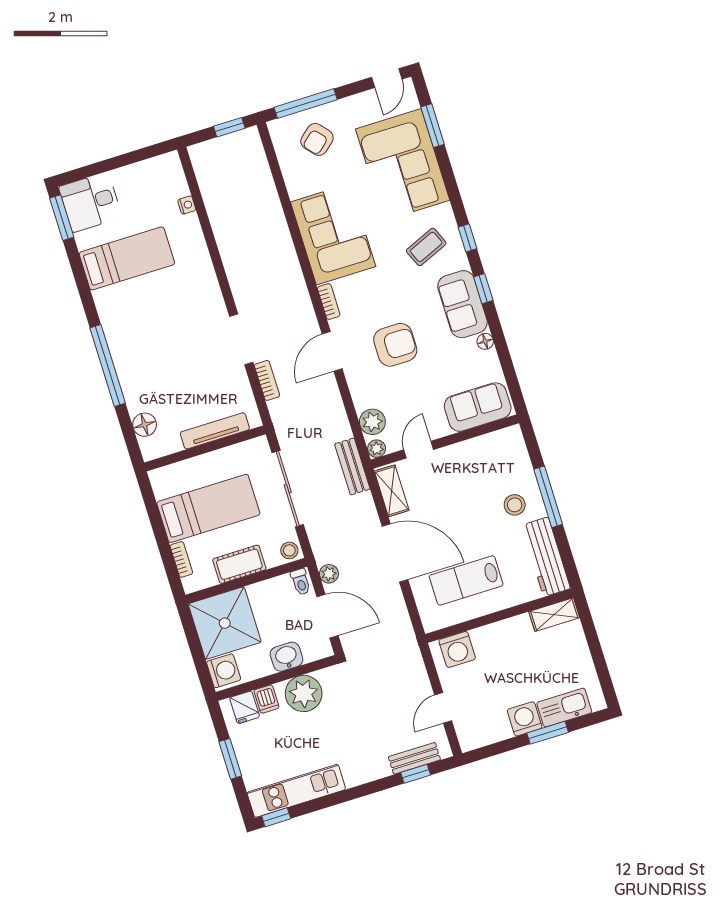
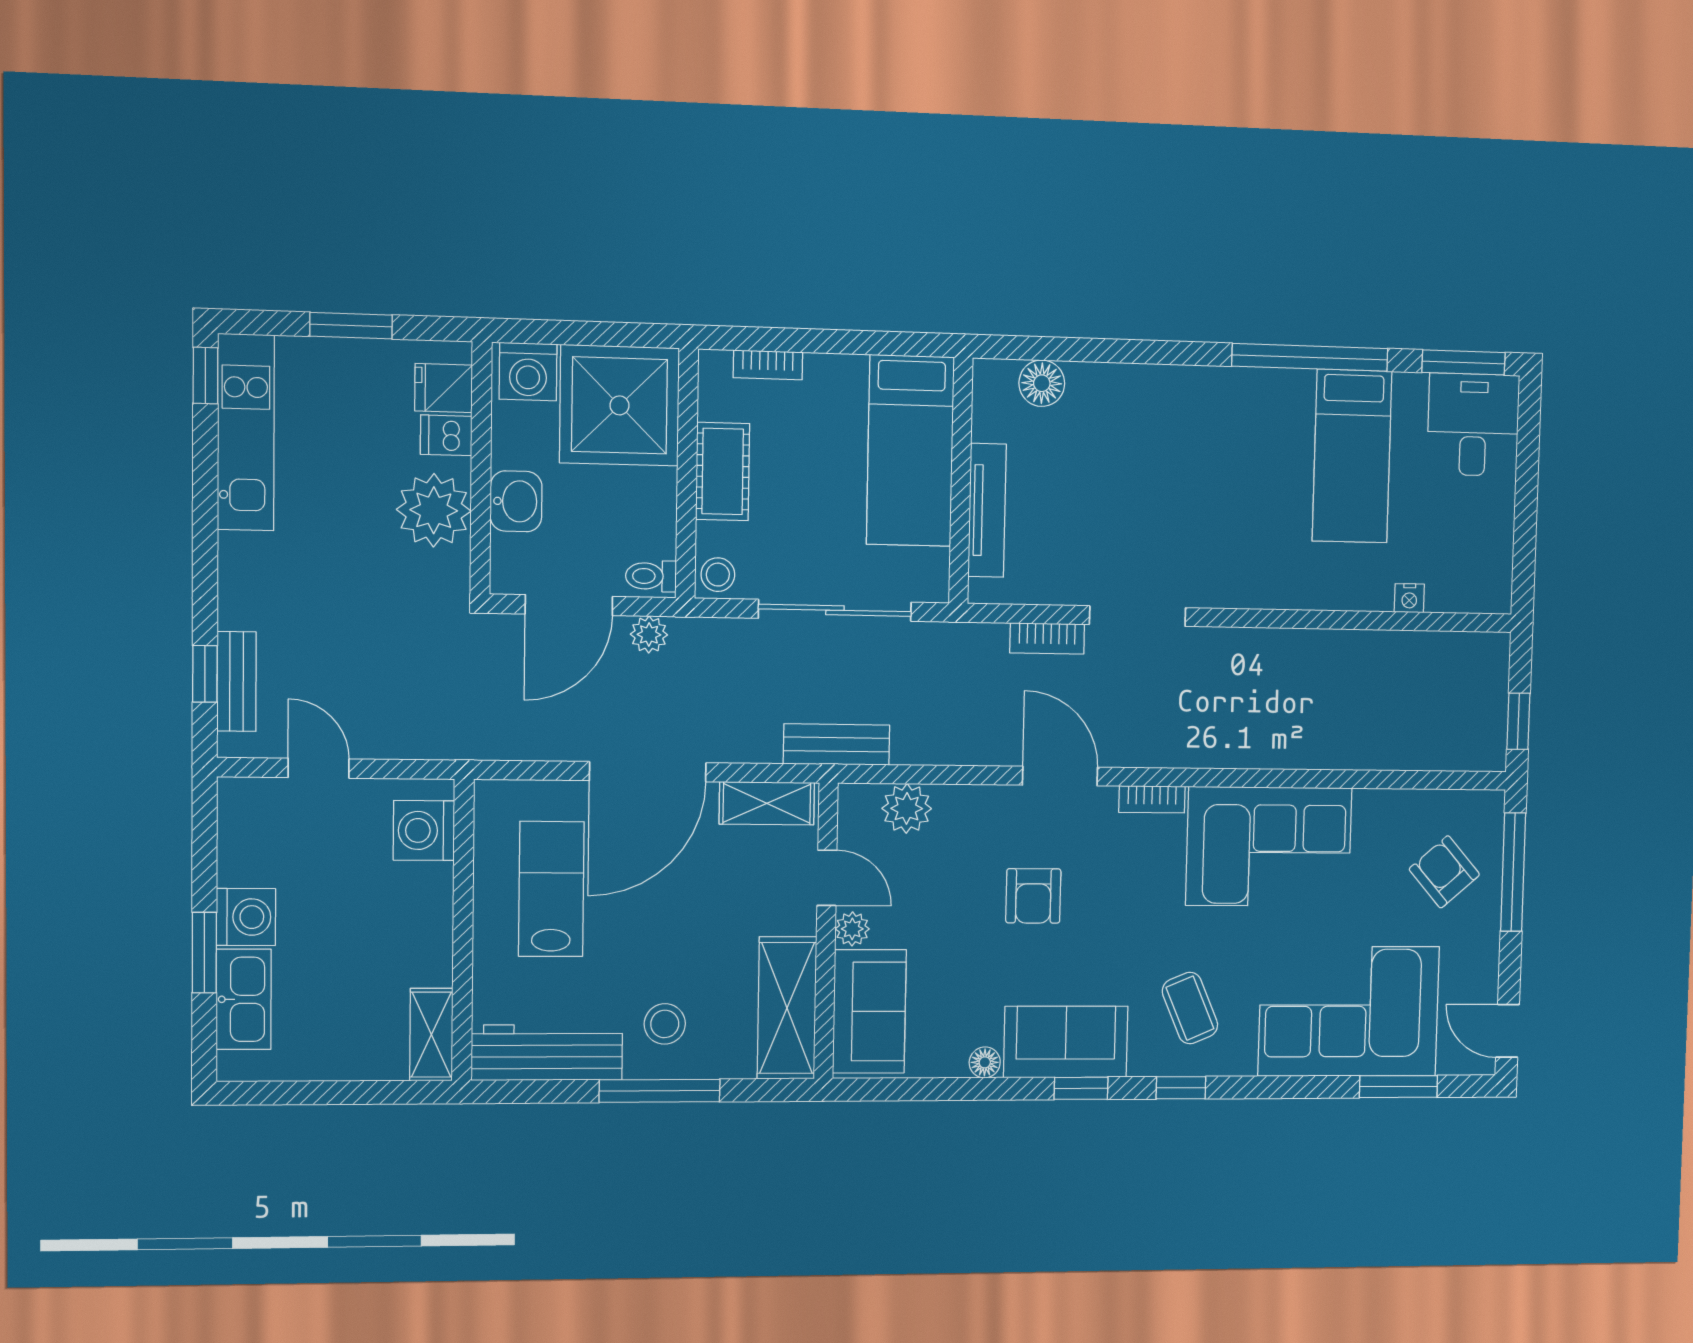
armchair: (395, 345) -> (1033, 896), width x0.72, depth x0.72
window: (108, 365) -> (1310, 357), moved
shelving: (488, 448) -> (787, 1008), added
plant: (377, 449) -> (852, 929), moved
bed: (208, 508) -> (910, 451), moved

